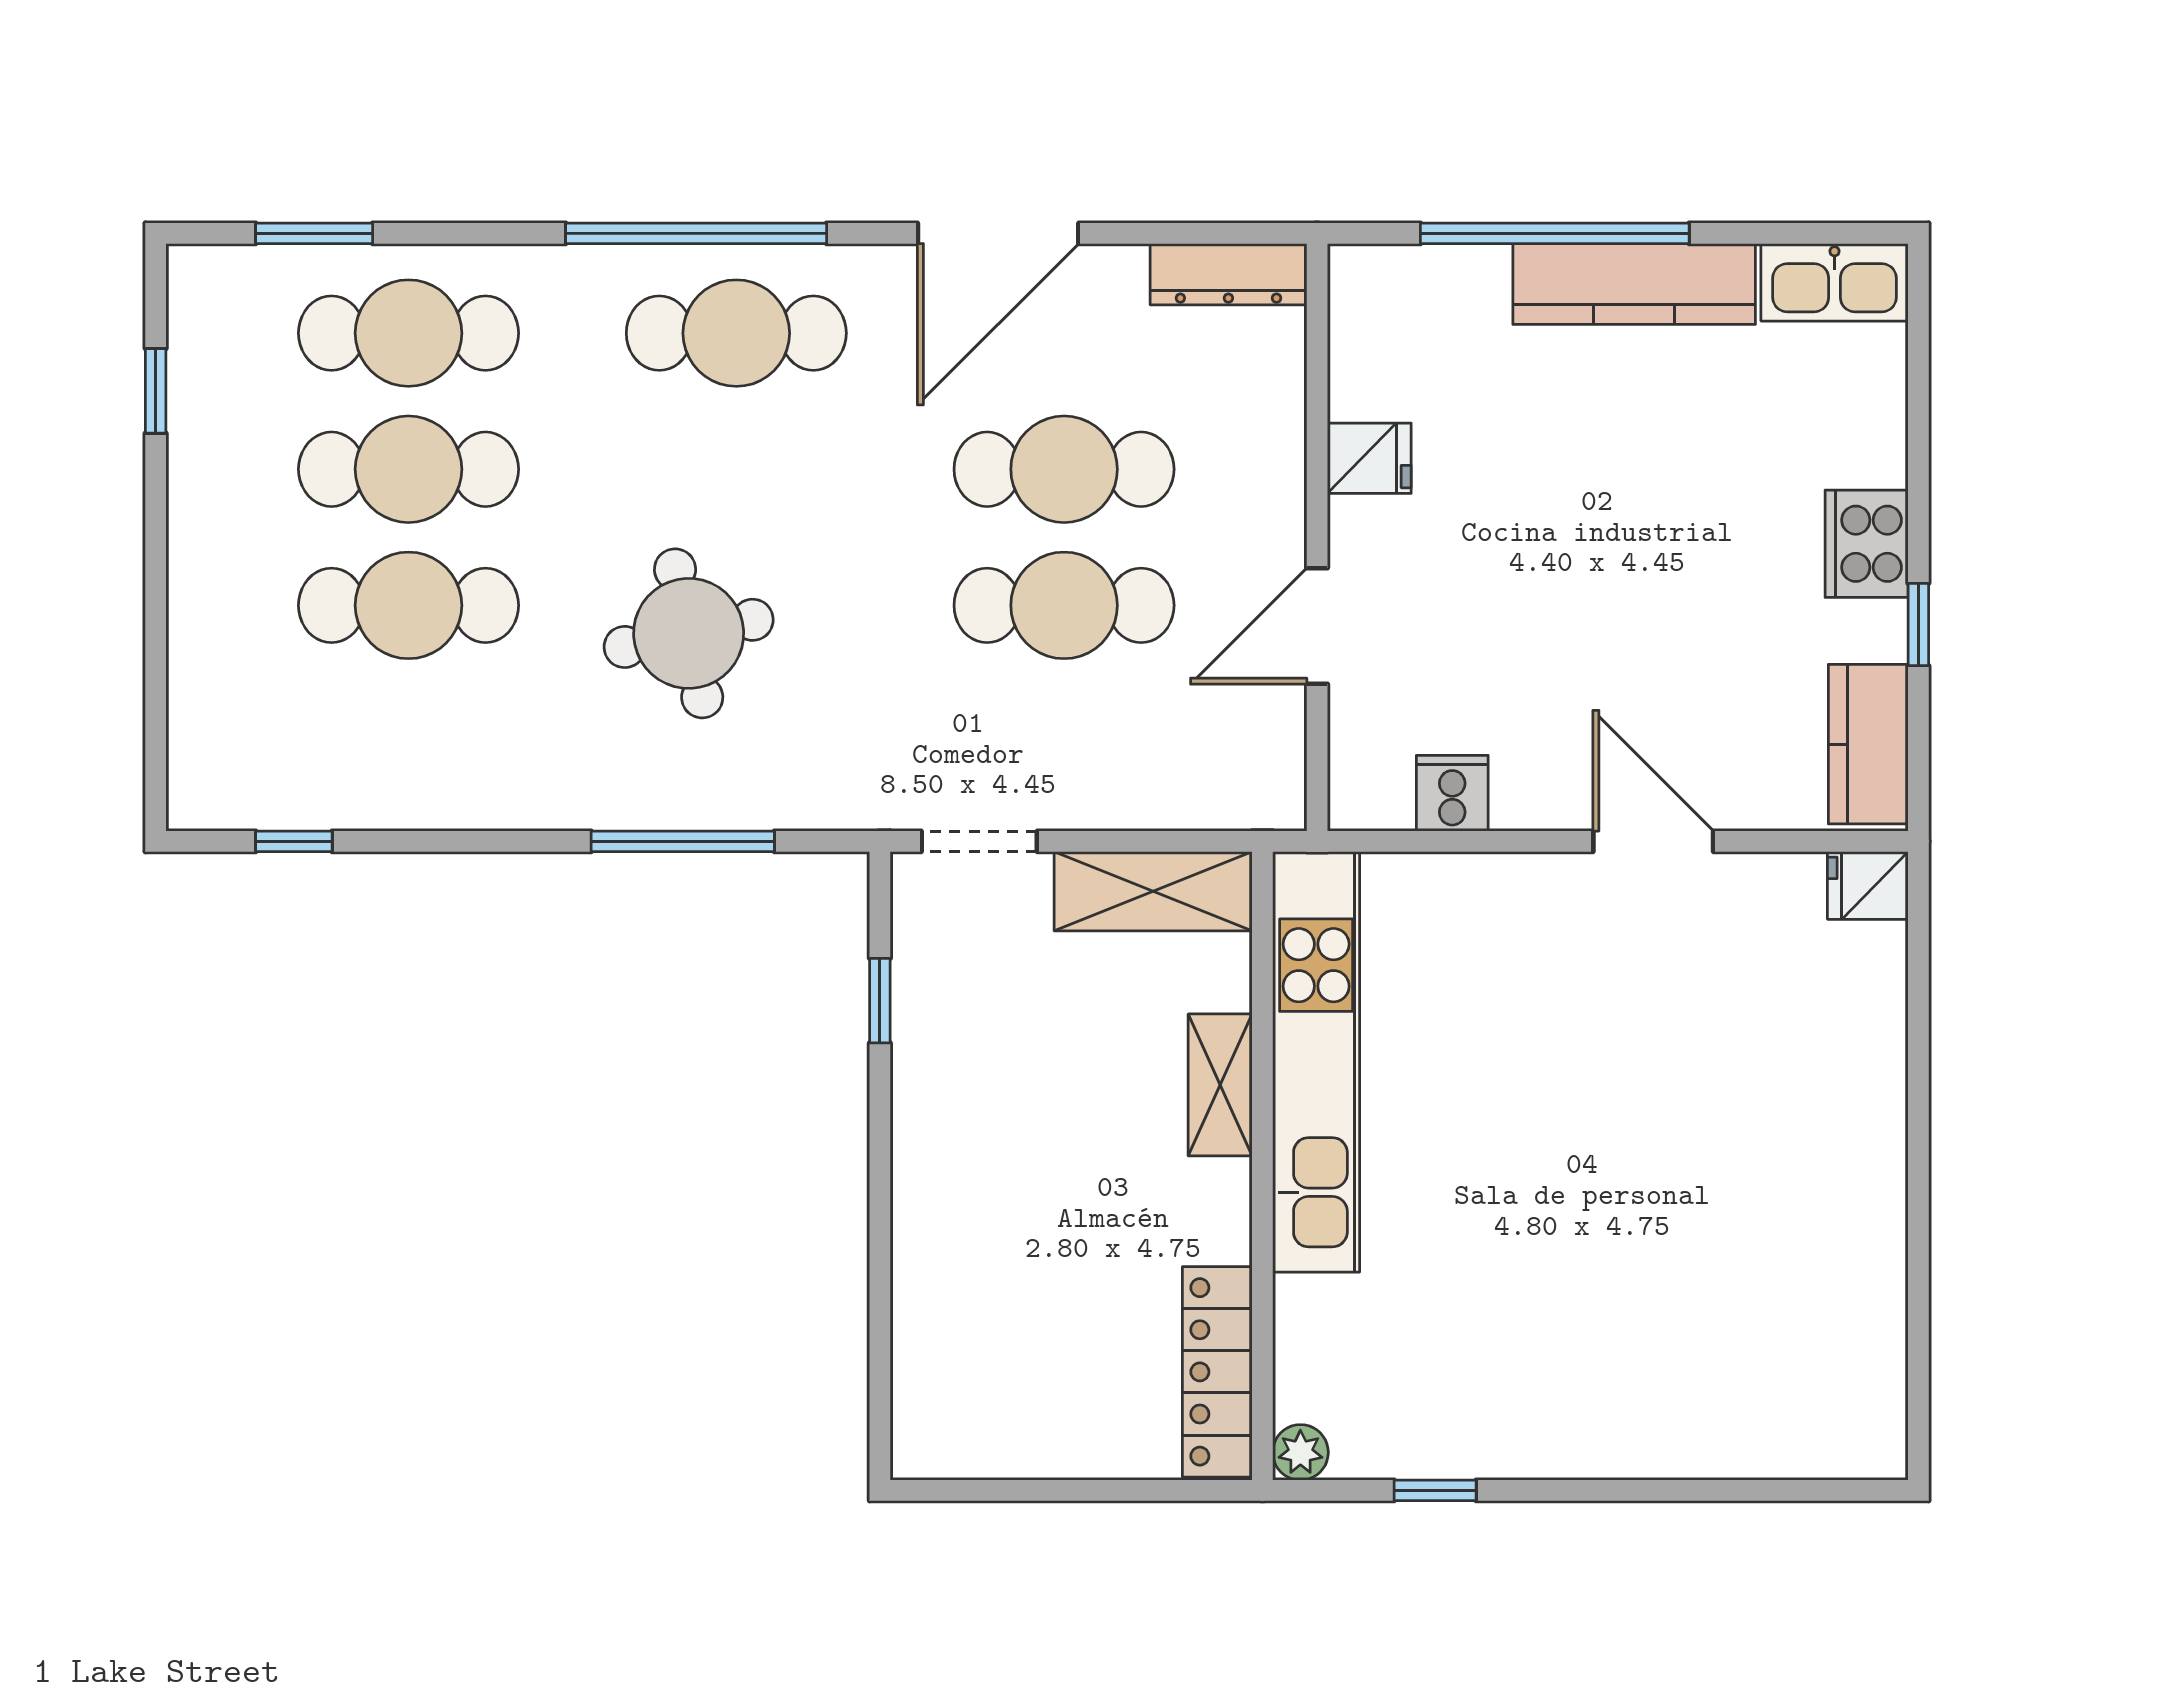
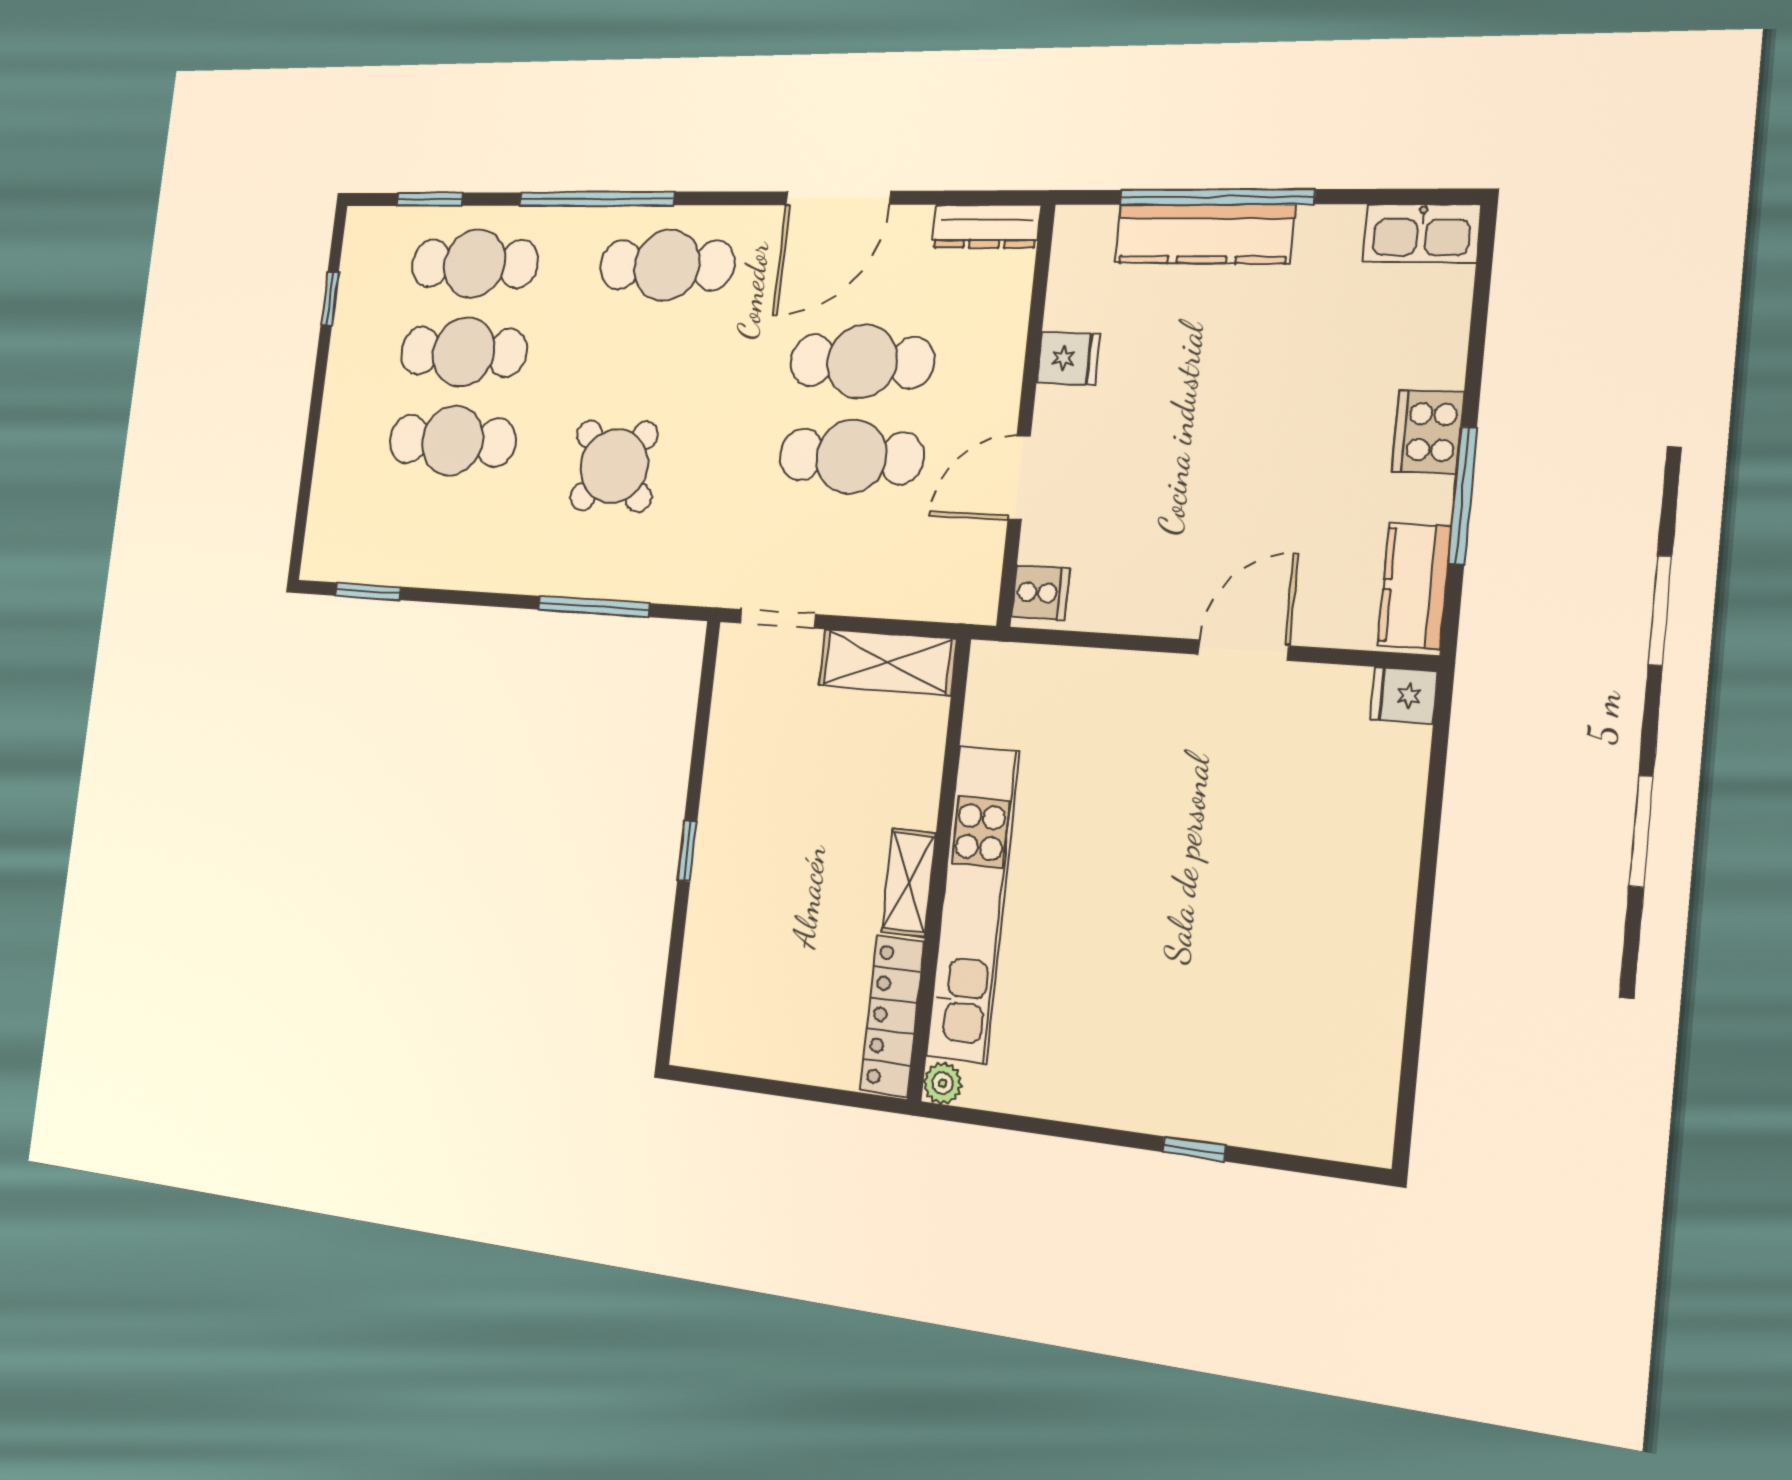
window: (696, 233) -> (596, 199), moved
kitchen counter: (1634, 284) -> (1204, 234), moved
window: (1918, 625) -> (1462, 495), width x2.17
round table: (689, 633) -> (614, 466), turned -34
cooker: (1452, 793) -> (1040, 593), moved, turned 90
window: (294, 841) -> (368, 591), width x1.50
door: (1653, 841) -> (1243, 650), hinge flipped
window: (880, 1001) -> (687, 851), moved
kitchen unit: (1316, 1062) -> (973, 903), moved
shelving: (1220, 1085) -> (909, 882), moved
window: (1435, 1490) -> (1194, 1149), moved

